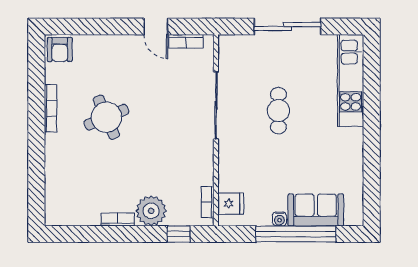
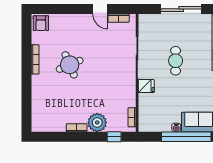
fridge: (231, 204) -> (146, 86), moved

